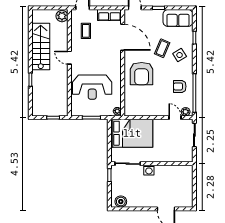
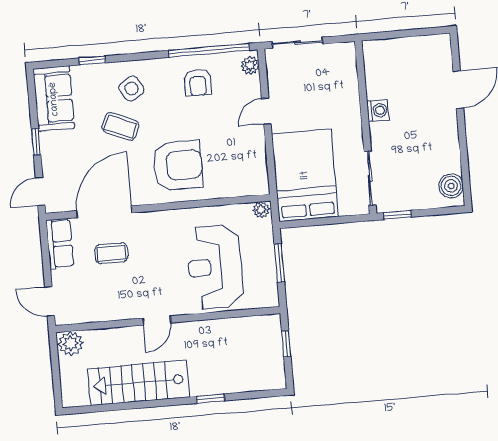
coffee table: (86, 31) -> (111, 253), moved
reception desk: (92, 87) -> (215, 267), turned 180
door: (175, 118) -> (266, 111), moved
washing machine: (149, 170) -> (378, 111), moved

